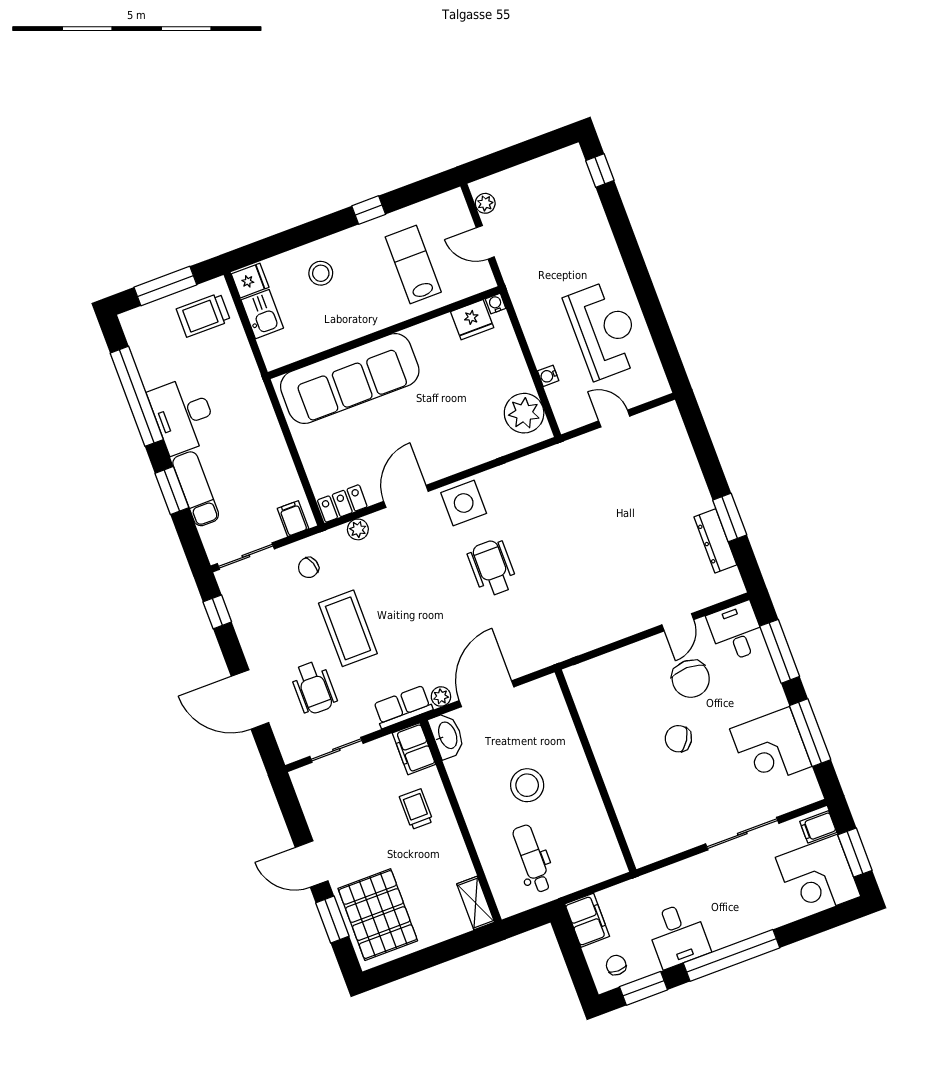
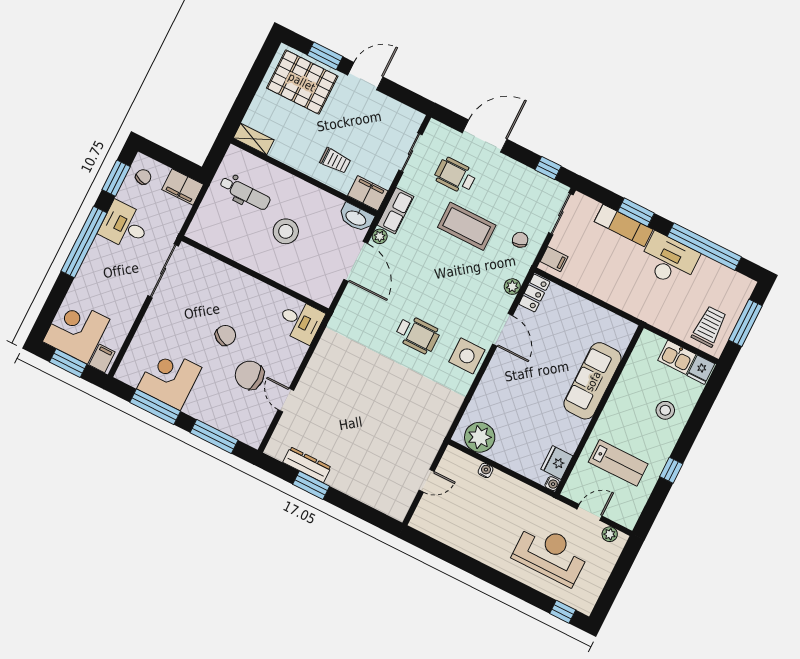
reception desk: (604, 330) -> (551, 554), moved, turned 180
sofa: (350, 378) -> (593, 381), width x0.74, depth x0.79
desk: (736, 632) -> (301, 321), moved
sliding door: (742, 834) -> (163, 271), moved
chair: (616, 965) -> (143, 177), turned -69

